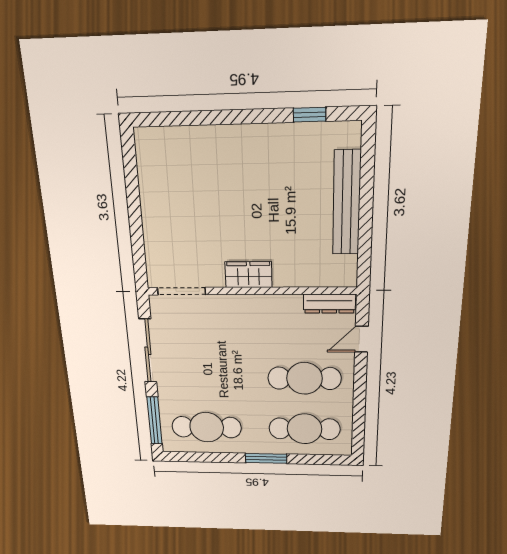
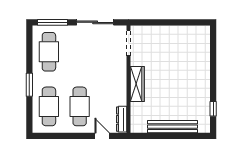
wardrobe: (248, 275) -> (137, 84), width x1.50

